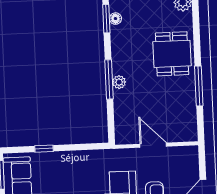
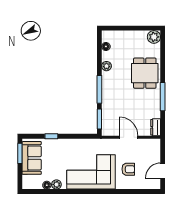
window: (106, 19) -> (99, 119), moved
plant: (119, 82) -> (106, 66), moved
dresser: (191, 130) -> (156, 127), added

